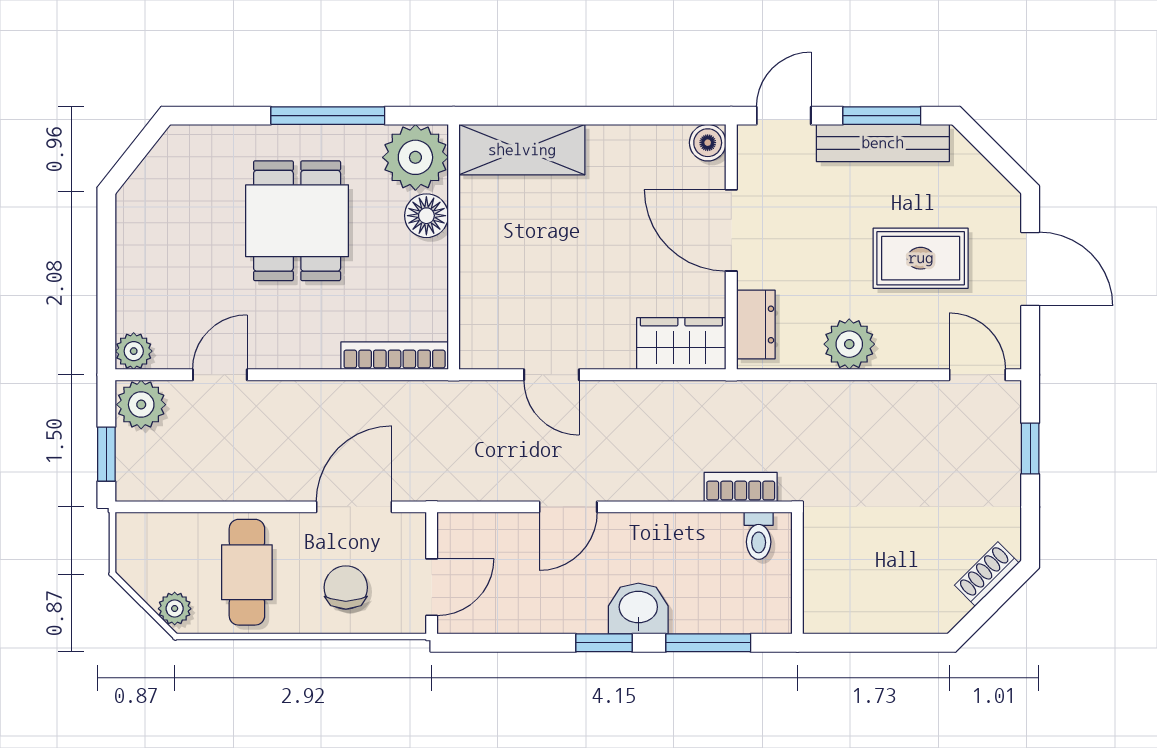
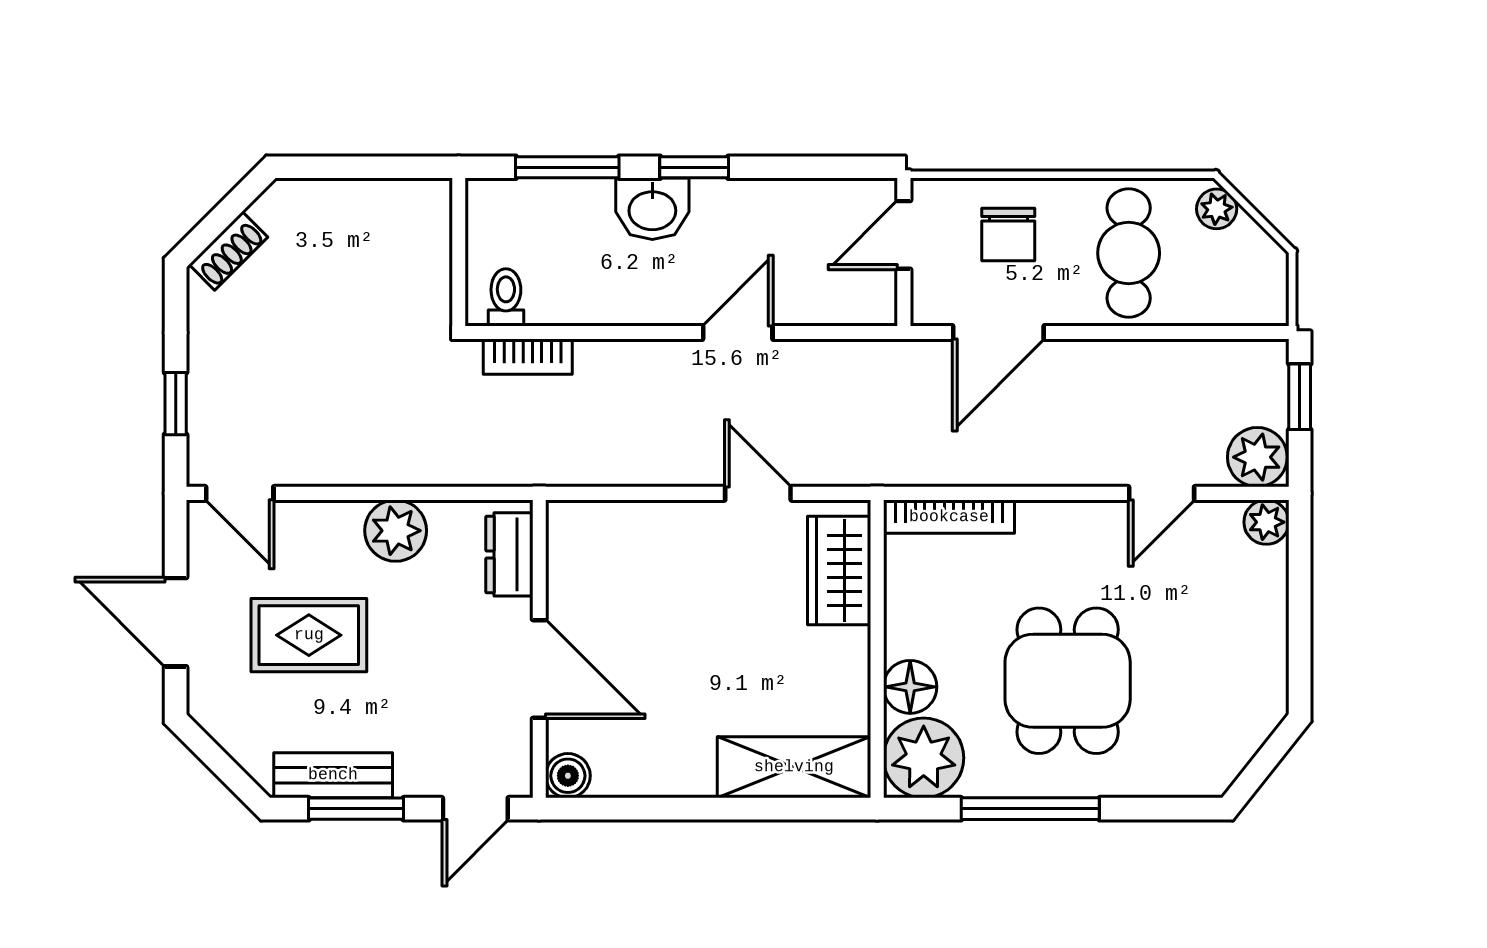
bench: (883, 143) -> (333, 775), width x0.73
wardrobe: (681, 344) -> (839, 570), moved, turned 90

